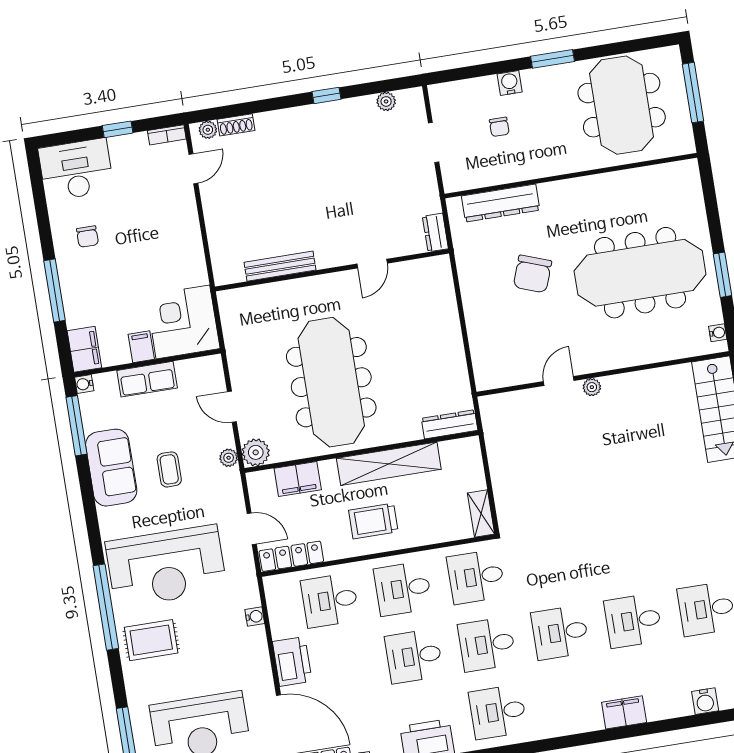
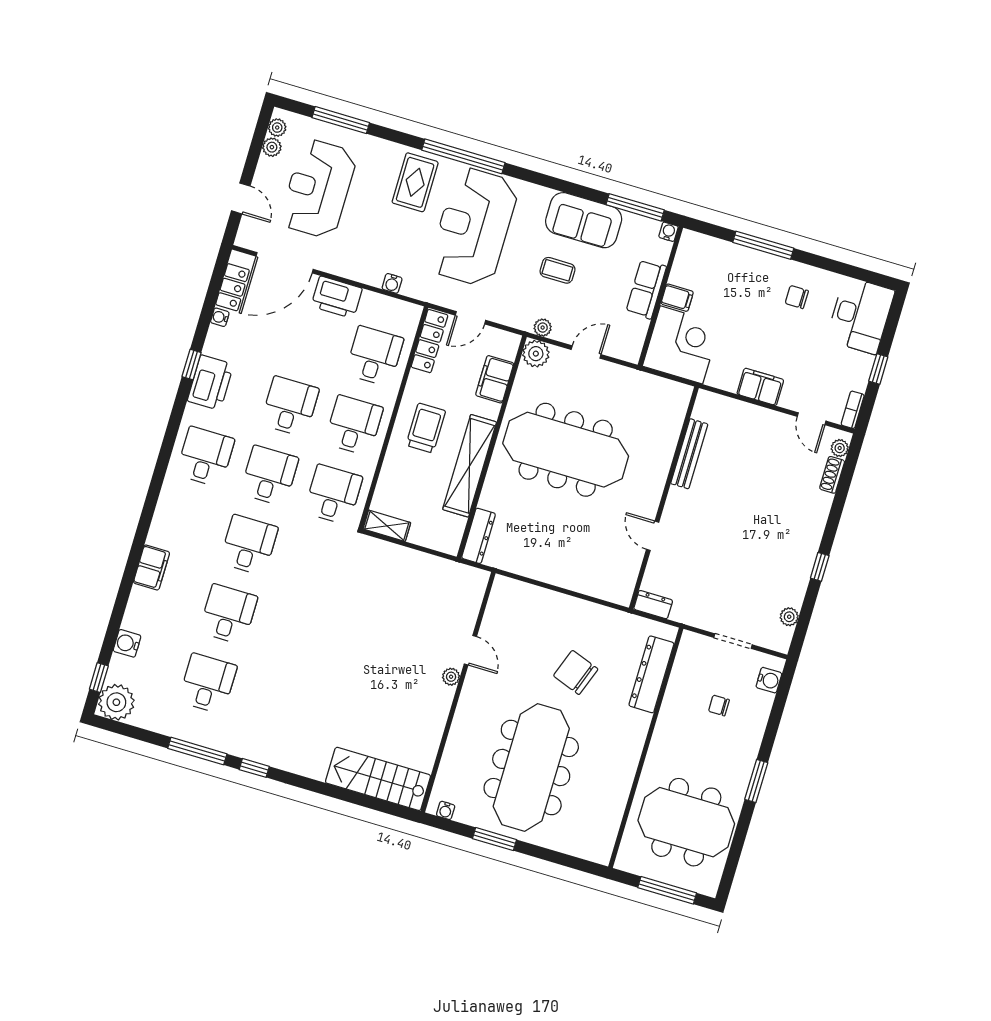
water cooler: (510, 83) -> (769, 680), moved
filing cabinet: (84, 349) -> (760, 387), moved, turned 180

